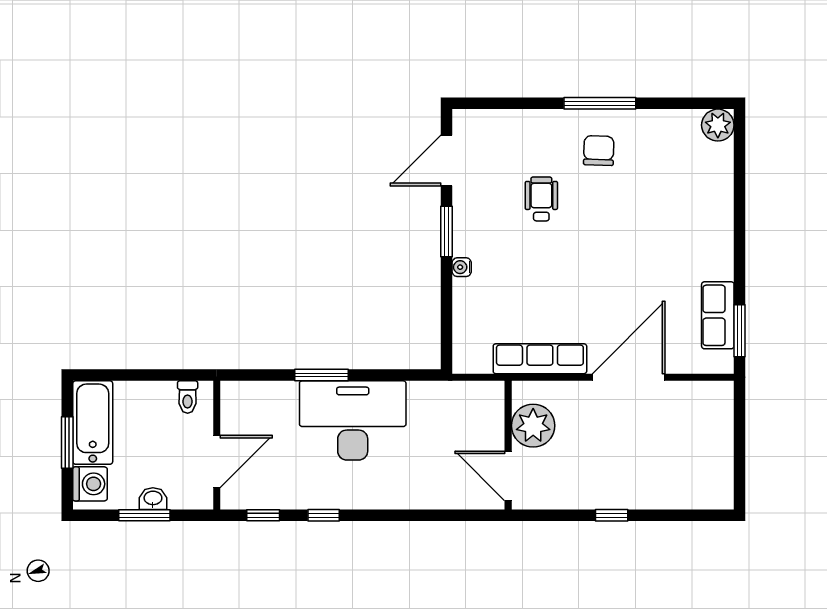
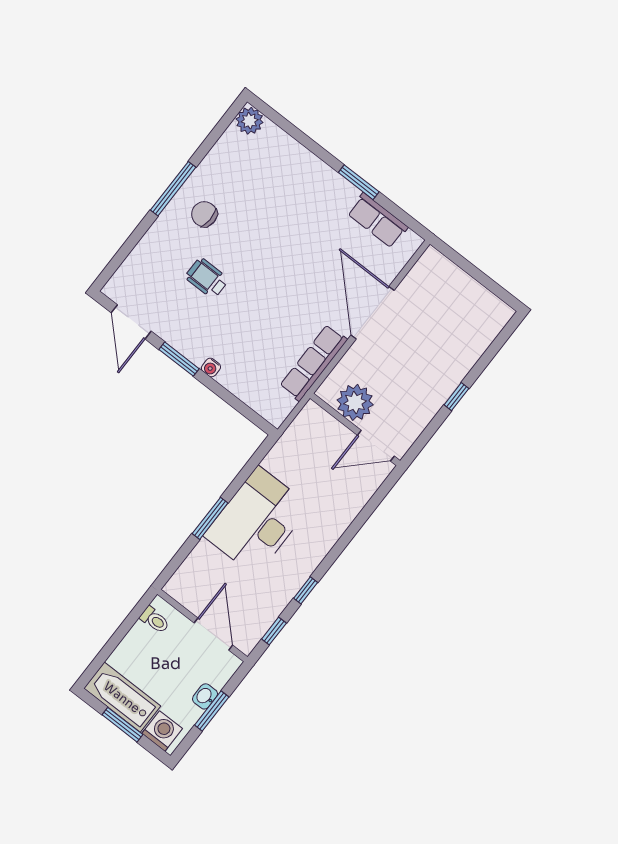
window: (740, 331) -> (359, 182), moved

